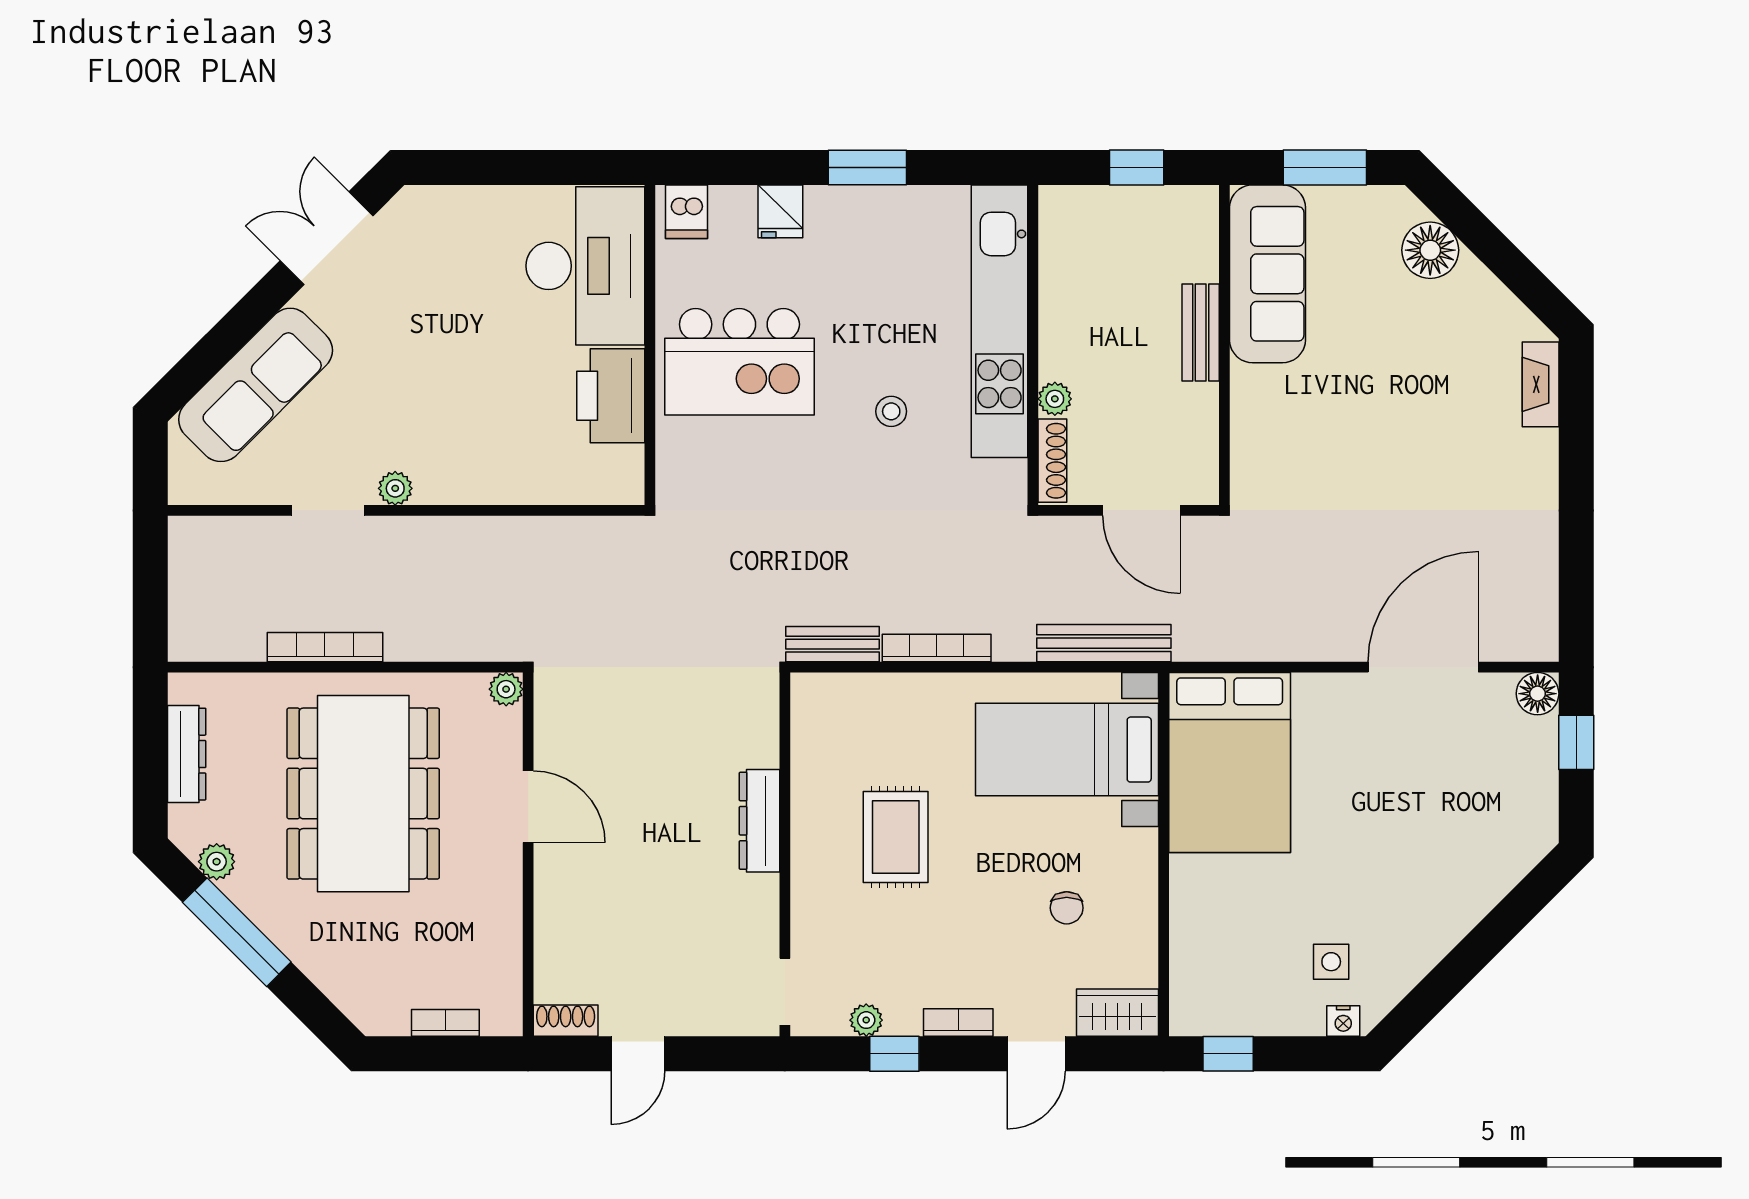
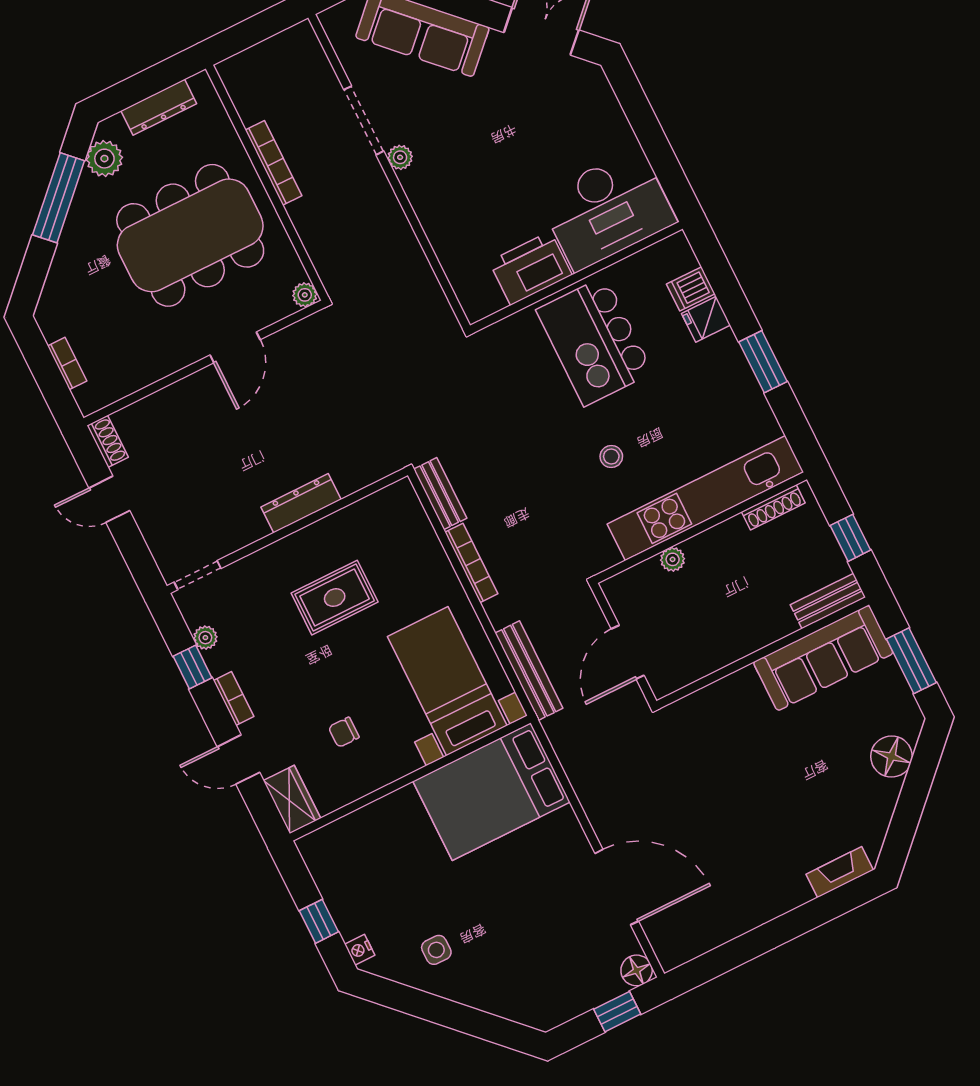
dishwasher: (686, 212) -> (691, 289), moved
bench: (1201, 332) -> (828, 601), moved
shoe rack: (1052, 461) -> (773, 507), moved
doorway: (328, 510) -> (364, 120), width x1.38
plant: (217, 862) -> (104, 159), width x1.38, depth x1.38
side table: (1331, 962) -> (436, 950), moved
window: (1228, 1054) -> (319, 921), moved

